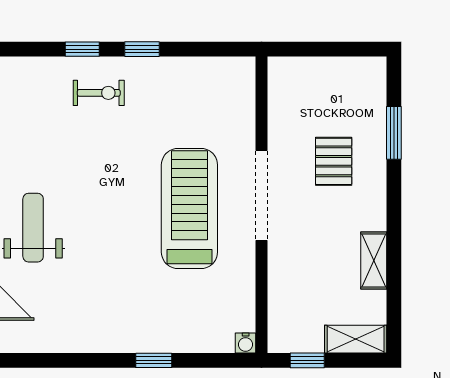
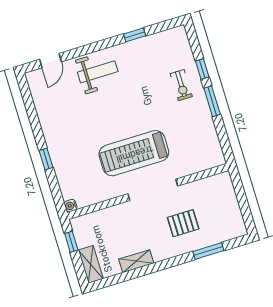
window: (142, 49) -> (212, 101), width x1.50
treadmill: (189, 208) -> (134, 153), turned 180

